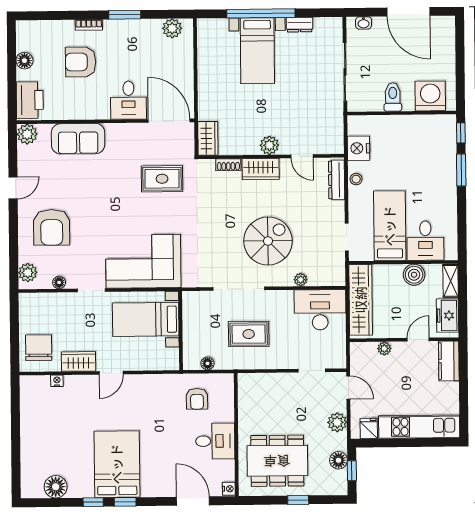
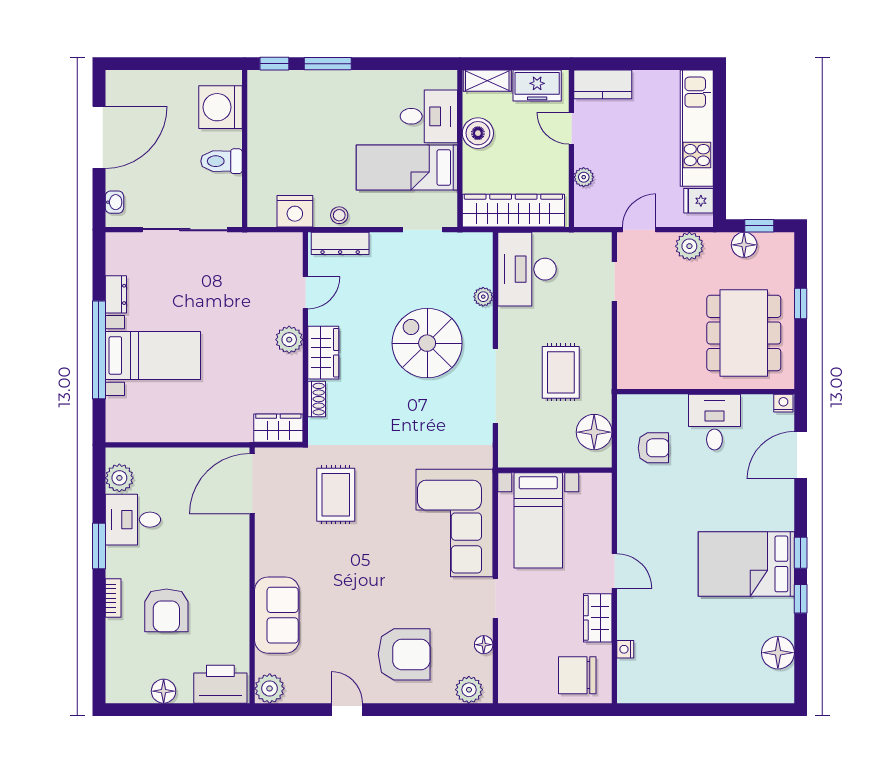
desk: (129, 100) -> (133, 520), moved, turned 180
floor lamp: (207, 363) -> (594, 432), width x1.89, depth x1.89

